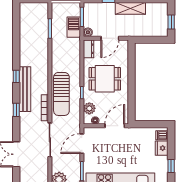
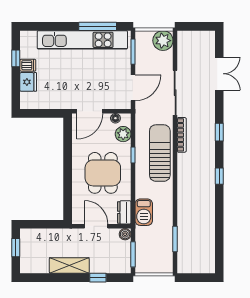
barbecue: (74, 27) -> (144, 212), moved
door: (110, 38) -> (96, 226), hinge flipped
dining table: (105, 79) -> (103, 173), turned 90
bench: (25, 89) -> (208, 159), removed
dishwasher: (162, 135) -> (28, 65), moved

